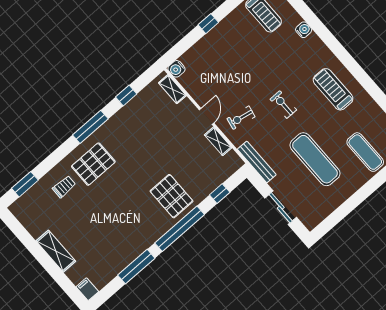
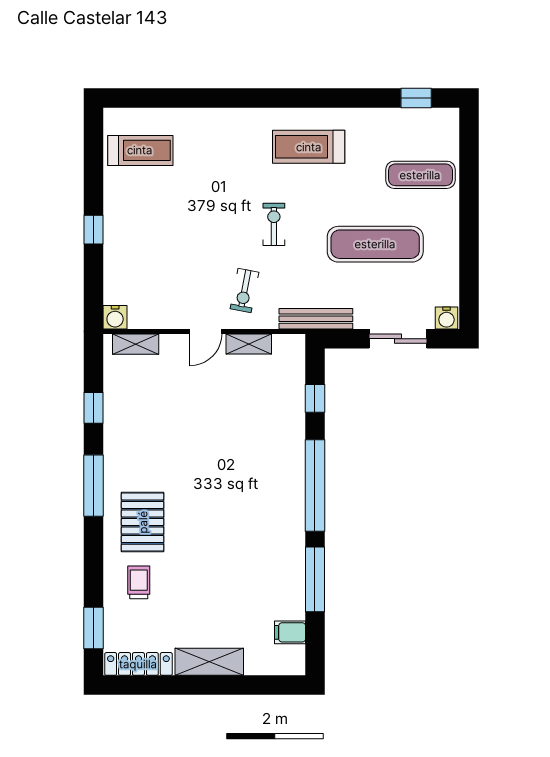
water cooler: (304, 30) -> (446, 318), moved, turned 180
exercise bike: (283, 105) -> (274, 224), turned 90
door: (207, 116) -> (206, 331), swing flipped
pallet: (172, 196) -> (266, 460), removed
locker: (26, 219) -> (138, 664), added
filing cabinet: (87, 289) -> (290, 632), moved

